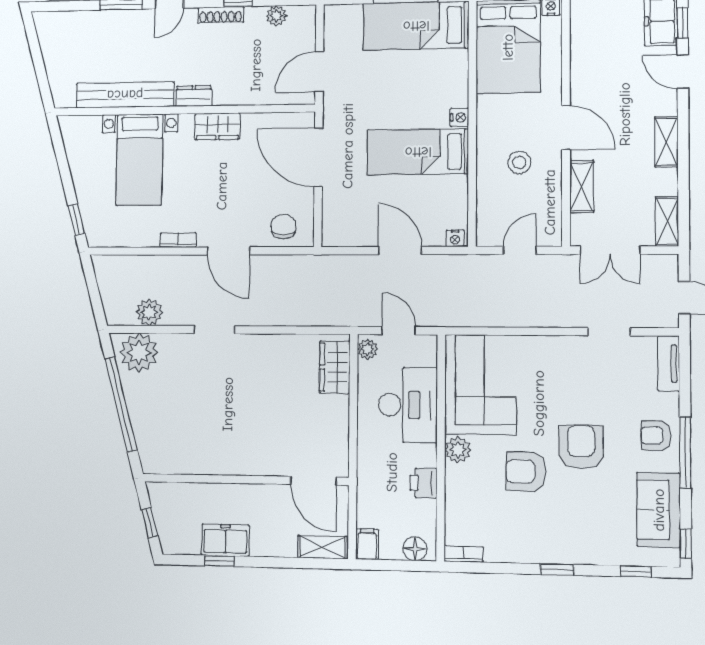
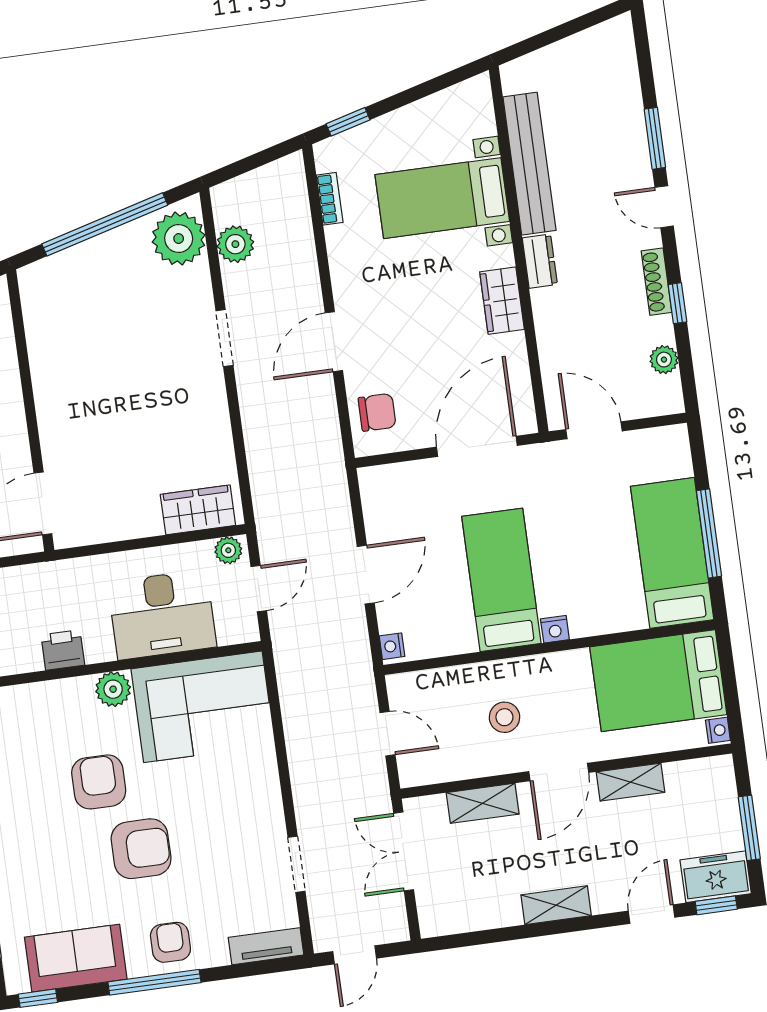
shelving: (667, 221) -> (631, 782), moved
bookcase: (178, 240) -> (330, 199), moved

